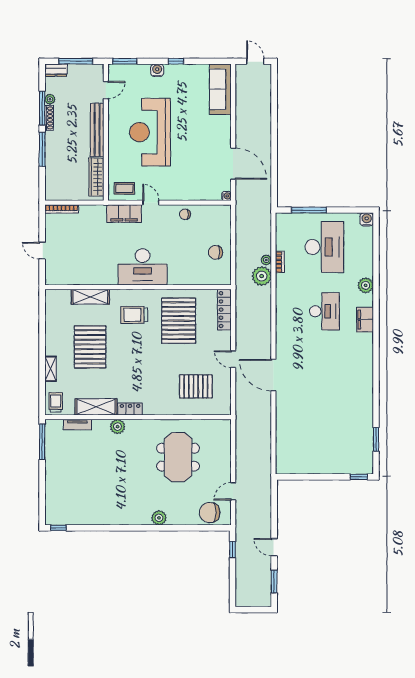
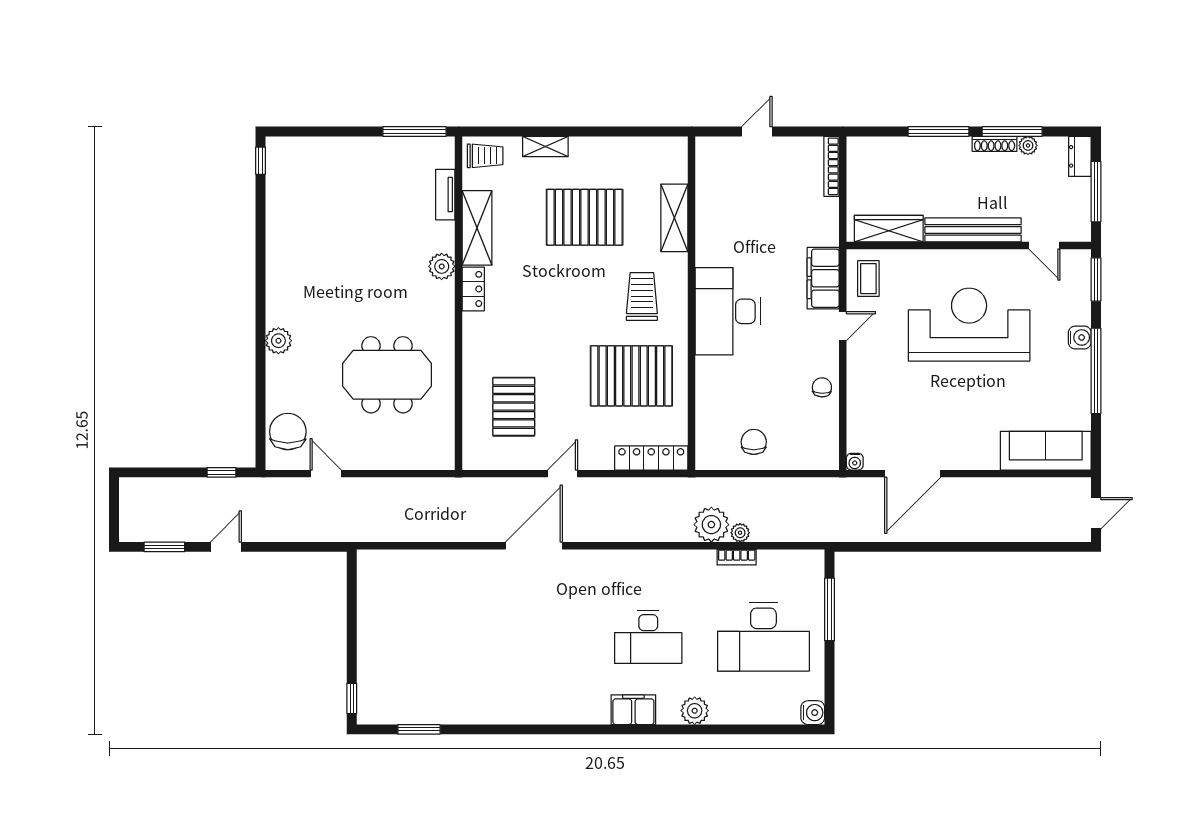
window: (176, 61) -> (1096, 371), width x3.17

